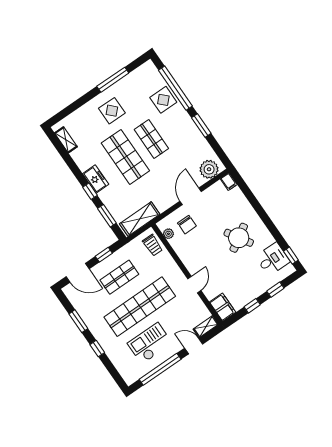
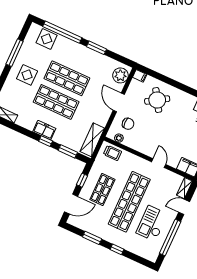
display table: (163, 100) -> (47, 39), moved
shop shelf: (151, 139) -> (67, 78), width x1.43, depth x1.36
round table: (239, 238) -> (157, 100), moved

